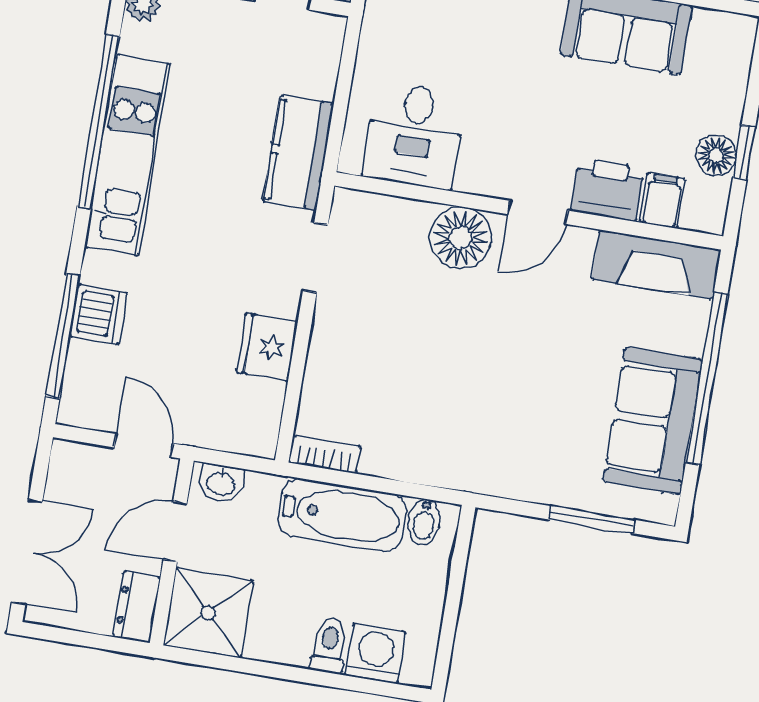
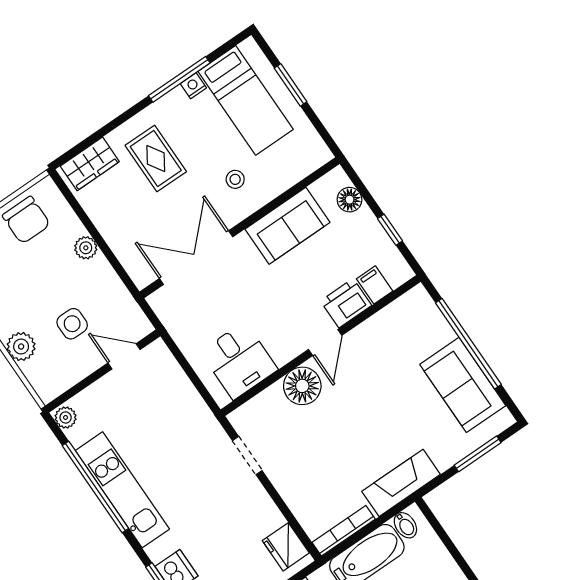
kitchen counter: (298, 153) -> (196, 417), removed
floor lamp: (716, 155) -> (350, 200), moved
fireplace: (656, 264) -> (401, 483), moved, turned 180
fridge: (267, 347) -> (286, 547), moved
bookcase: (325, 455) -> (344, 531), width x1.56

